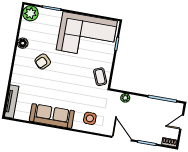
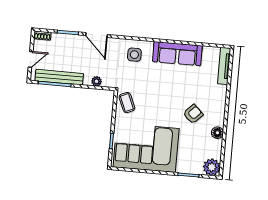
bench: (158, 104) -> (59, 77), added

